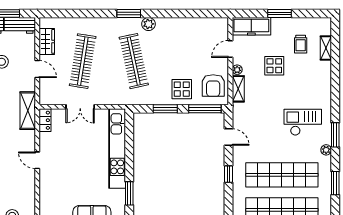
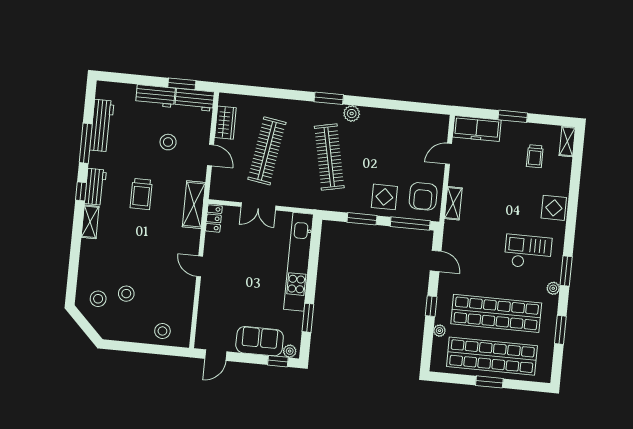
shelving: (326, 48) -> (567, 141), moved
display table: (274, 66) -> (554, 208), moved
plant: (237, 70) -> (439, 331), moved

